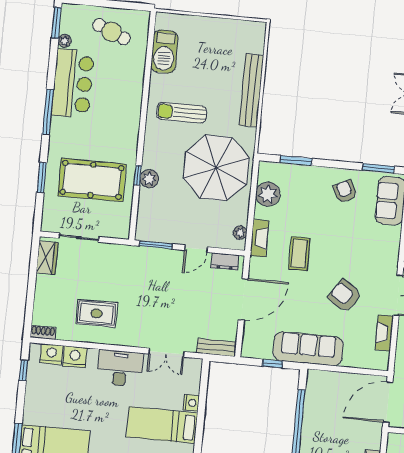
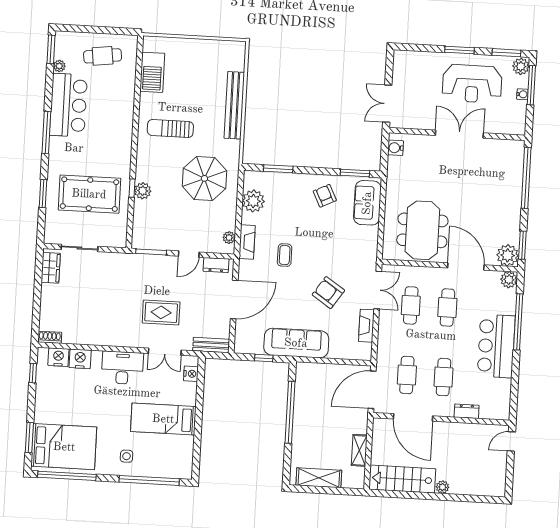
cafe table: (112, 32) -> (103, 56), turned -30
parasol: (216, 168) -> (204, 178), width x0.73, depth x0.73
coffee table: (299, 254) -> (285, 255), width x0.73, depth x0.77
rug: (96, 313) -> (161, 312), moved
nightstand: (191, 403) -> (191, 374), moved

